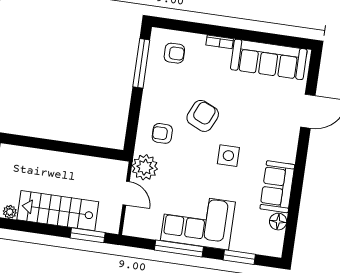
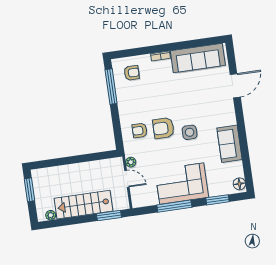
armchair: (203, 116) -> (163, 128), moved, turned -114
plant: (145, 167) -> (131, 162), width x0.53, depth x0.53
floor lamp: (278, 222) -> (239, 184), moved

